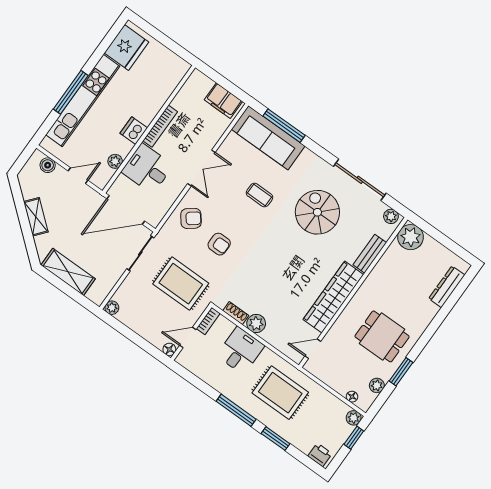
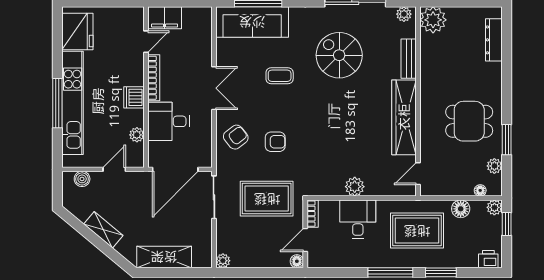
door: (174, 94) -> (146, 42), added
filing cabinet: (223, 101) -> (165, 18), moved
shoe rack: (236, 313) -> (331, 190), removed
floor lamp: (326, 400) -> (461, 209), added

